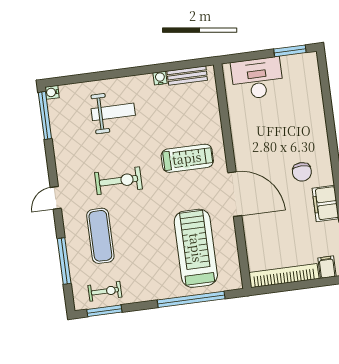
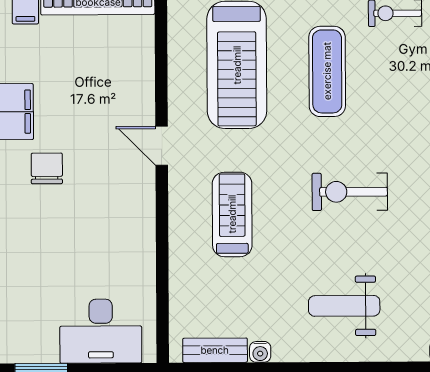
treadmill: (187, 158) -> (232, 214), turned 90
door: (235, 194) -> (162, 146), width x0.53
exercise mat: (100, 236) -> (327, 71), moved

